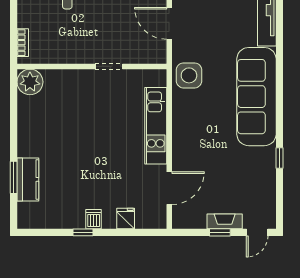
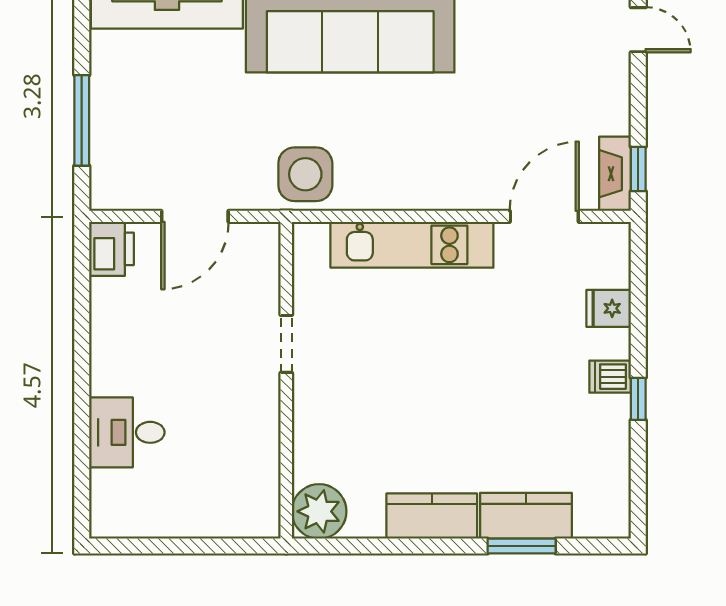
bookcase: (23, 43) -> (236, 527), removed
kitchen counter: (28, 135) -> (432, 516), added
door: (169, 188) -> (544, 216), hinge flipped
fireplace: (225, 221) -> (615, 174), moved
window: (220, 232) -> (638, 169), moved

